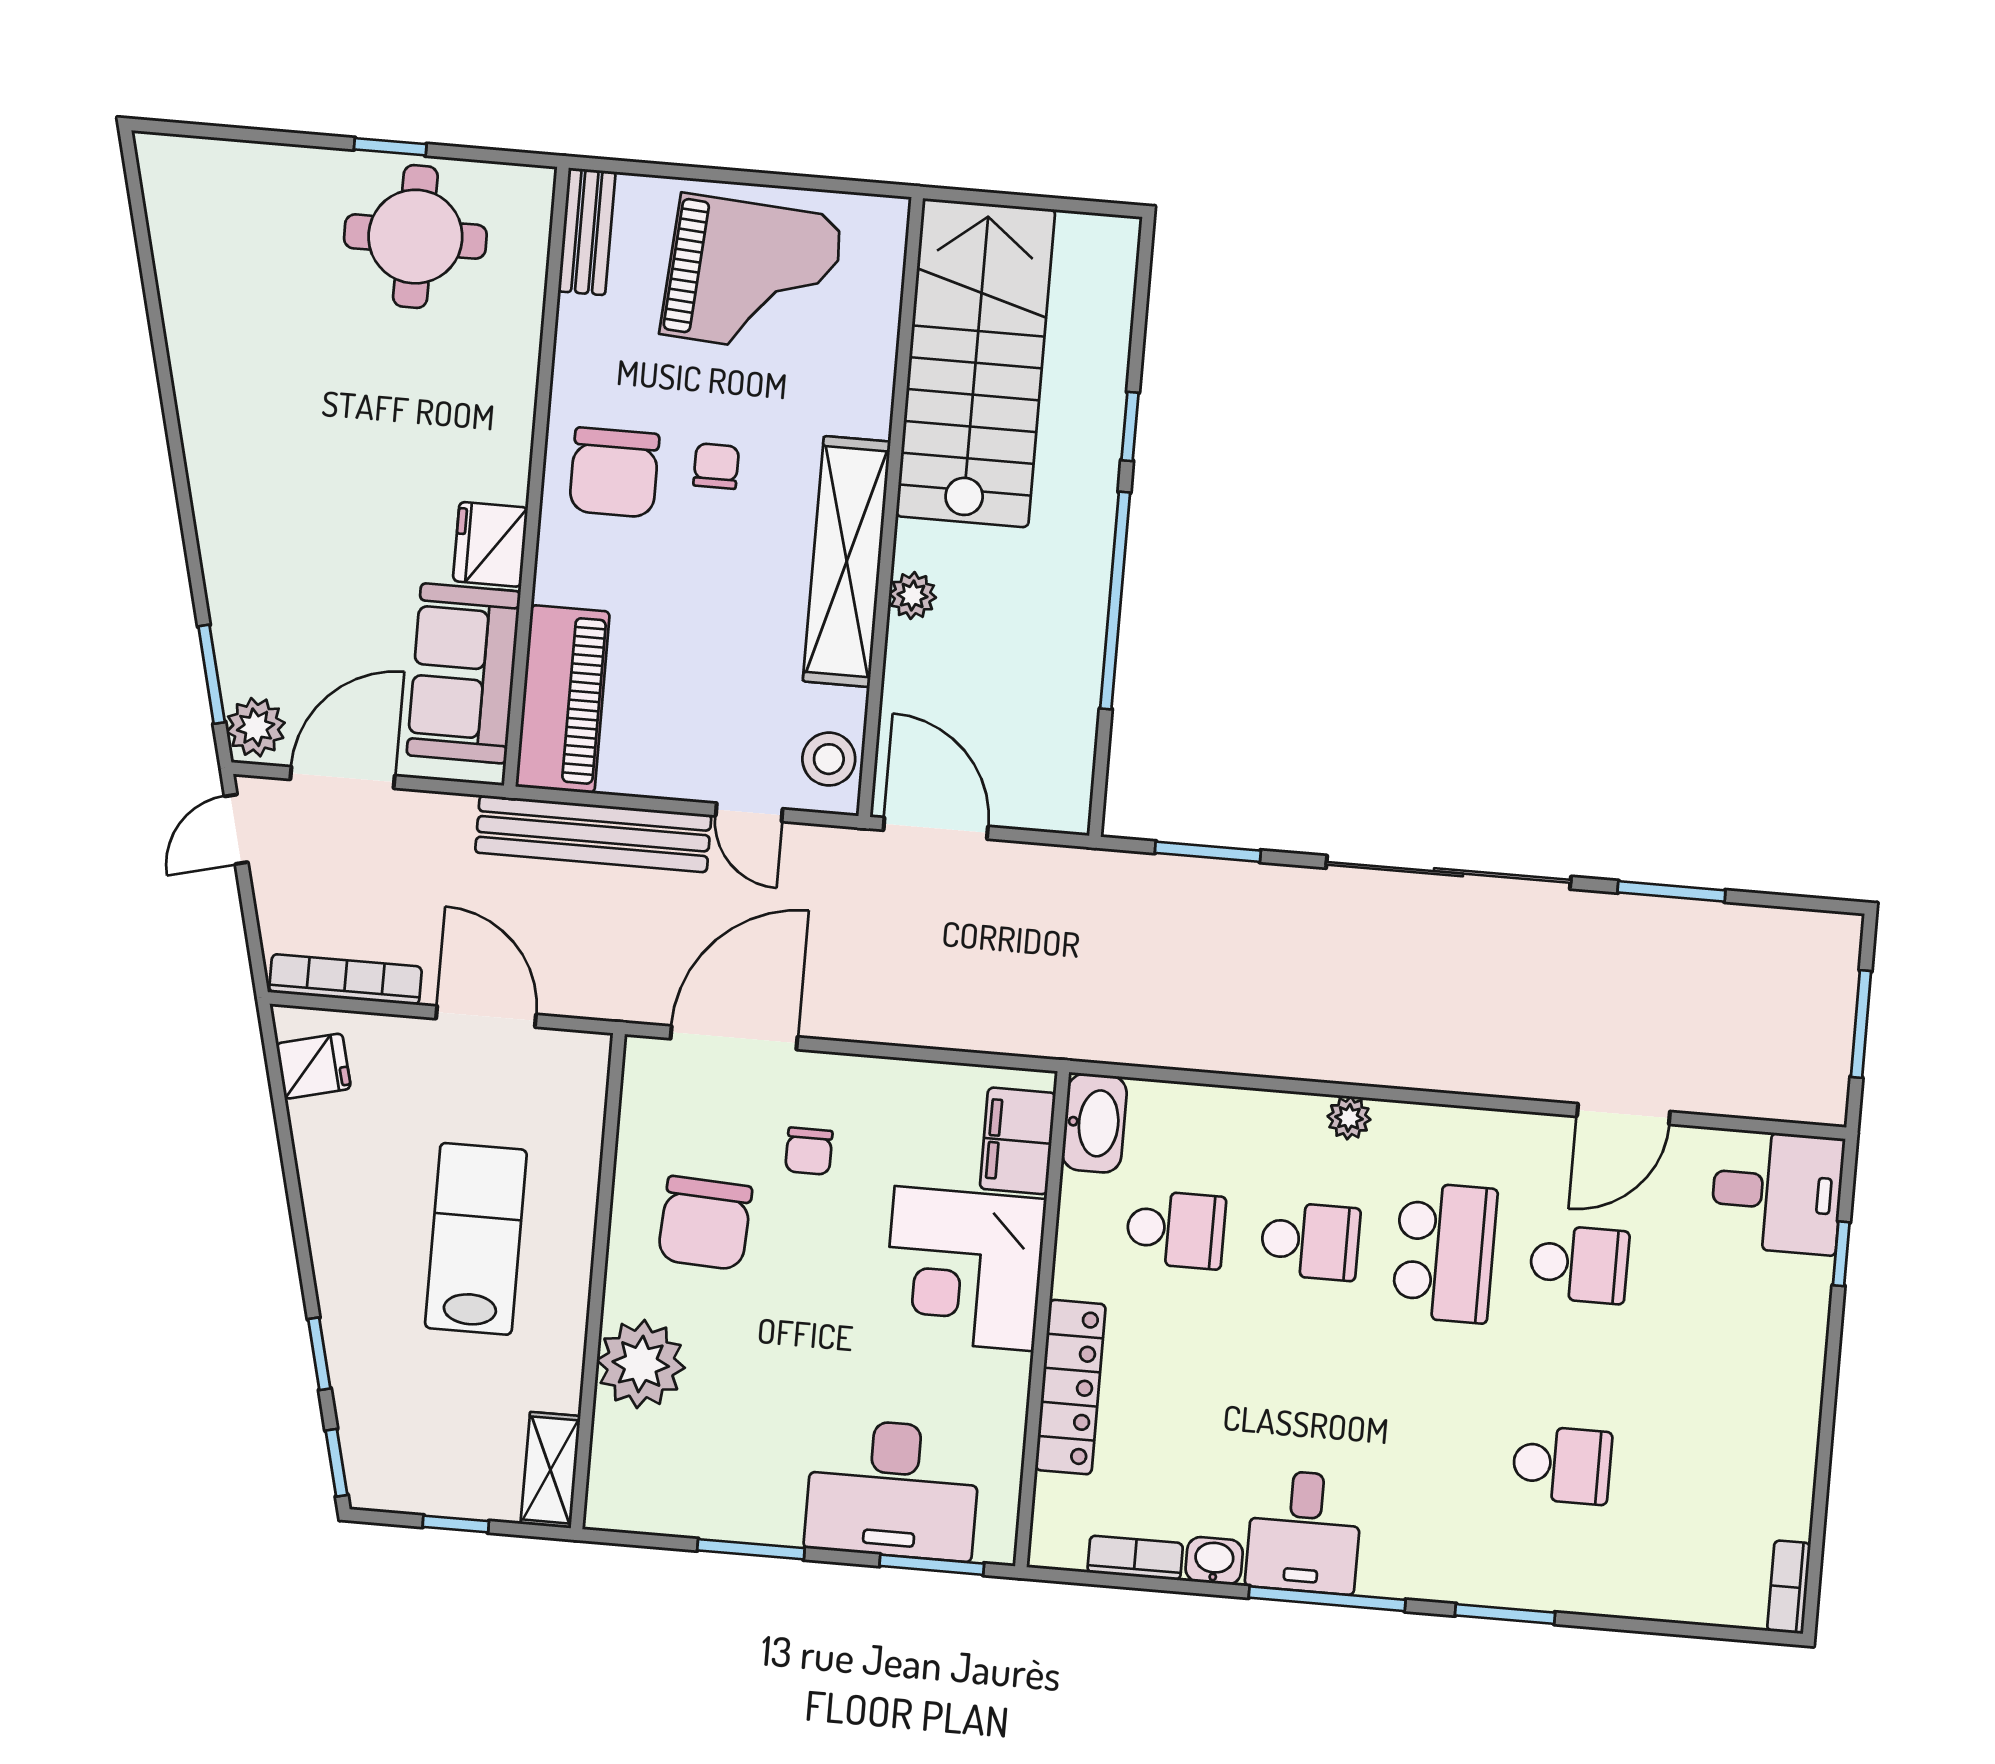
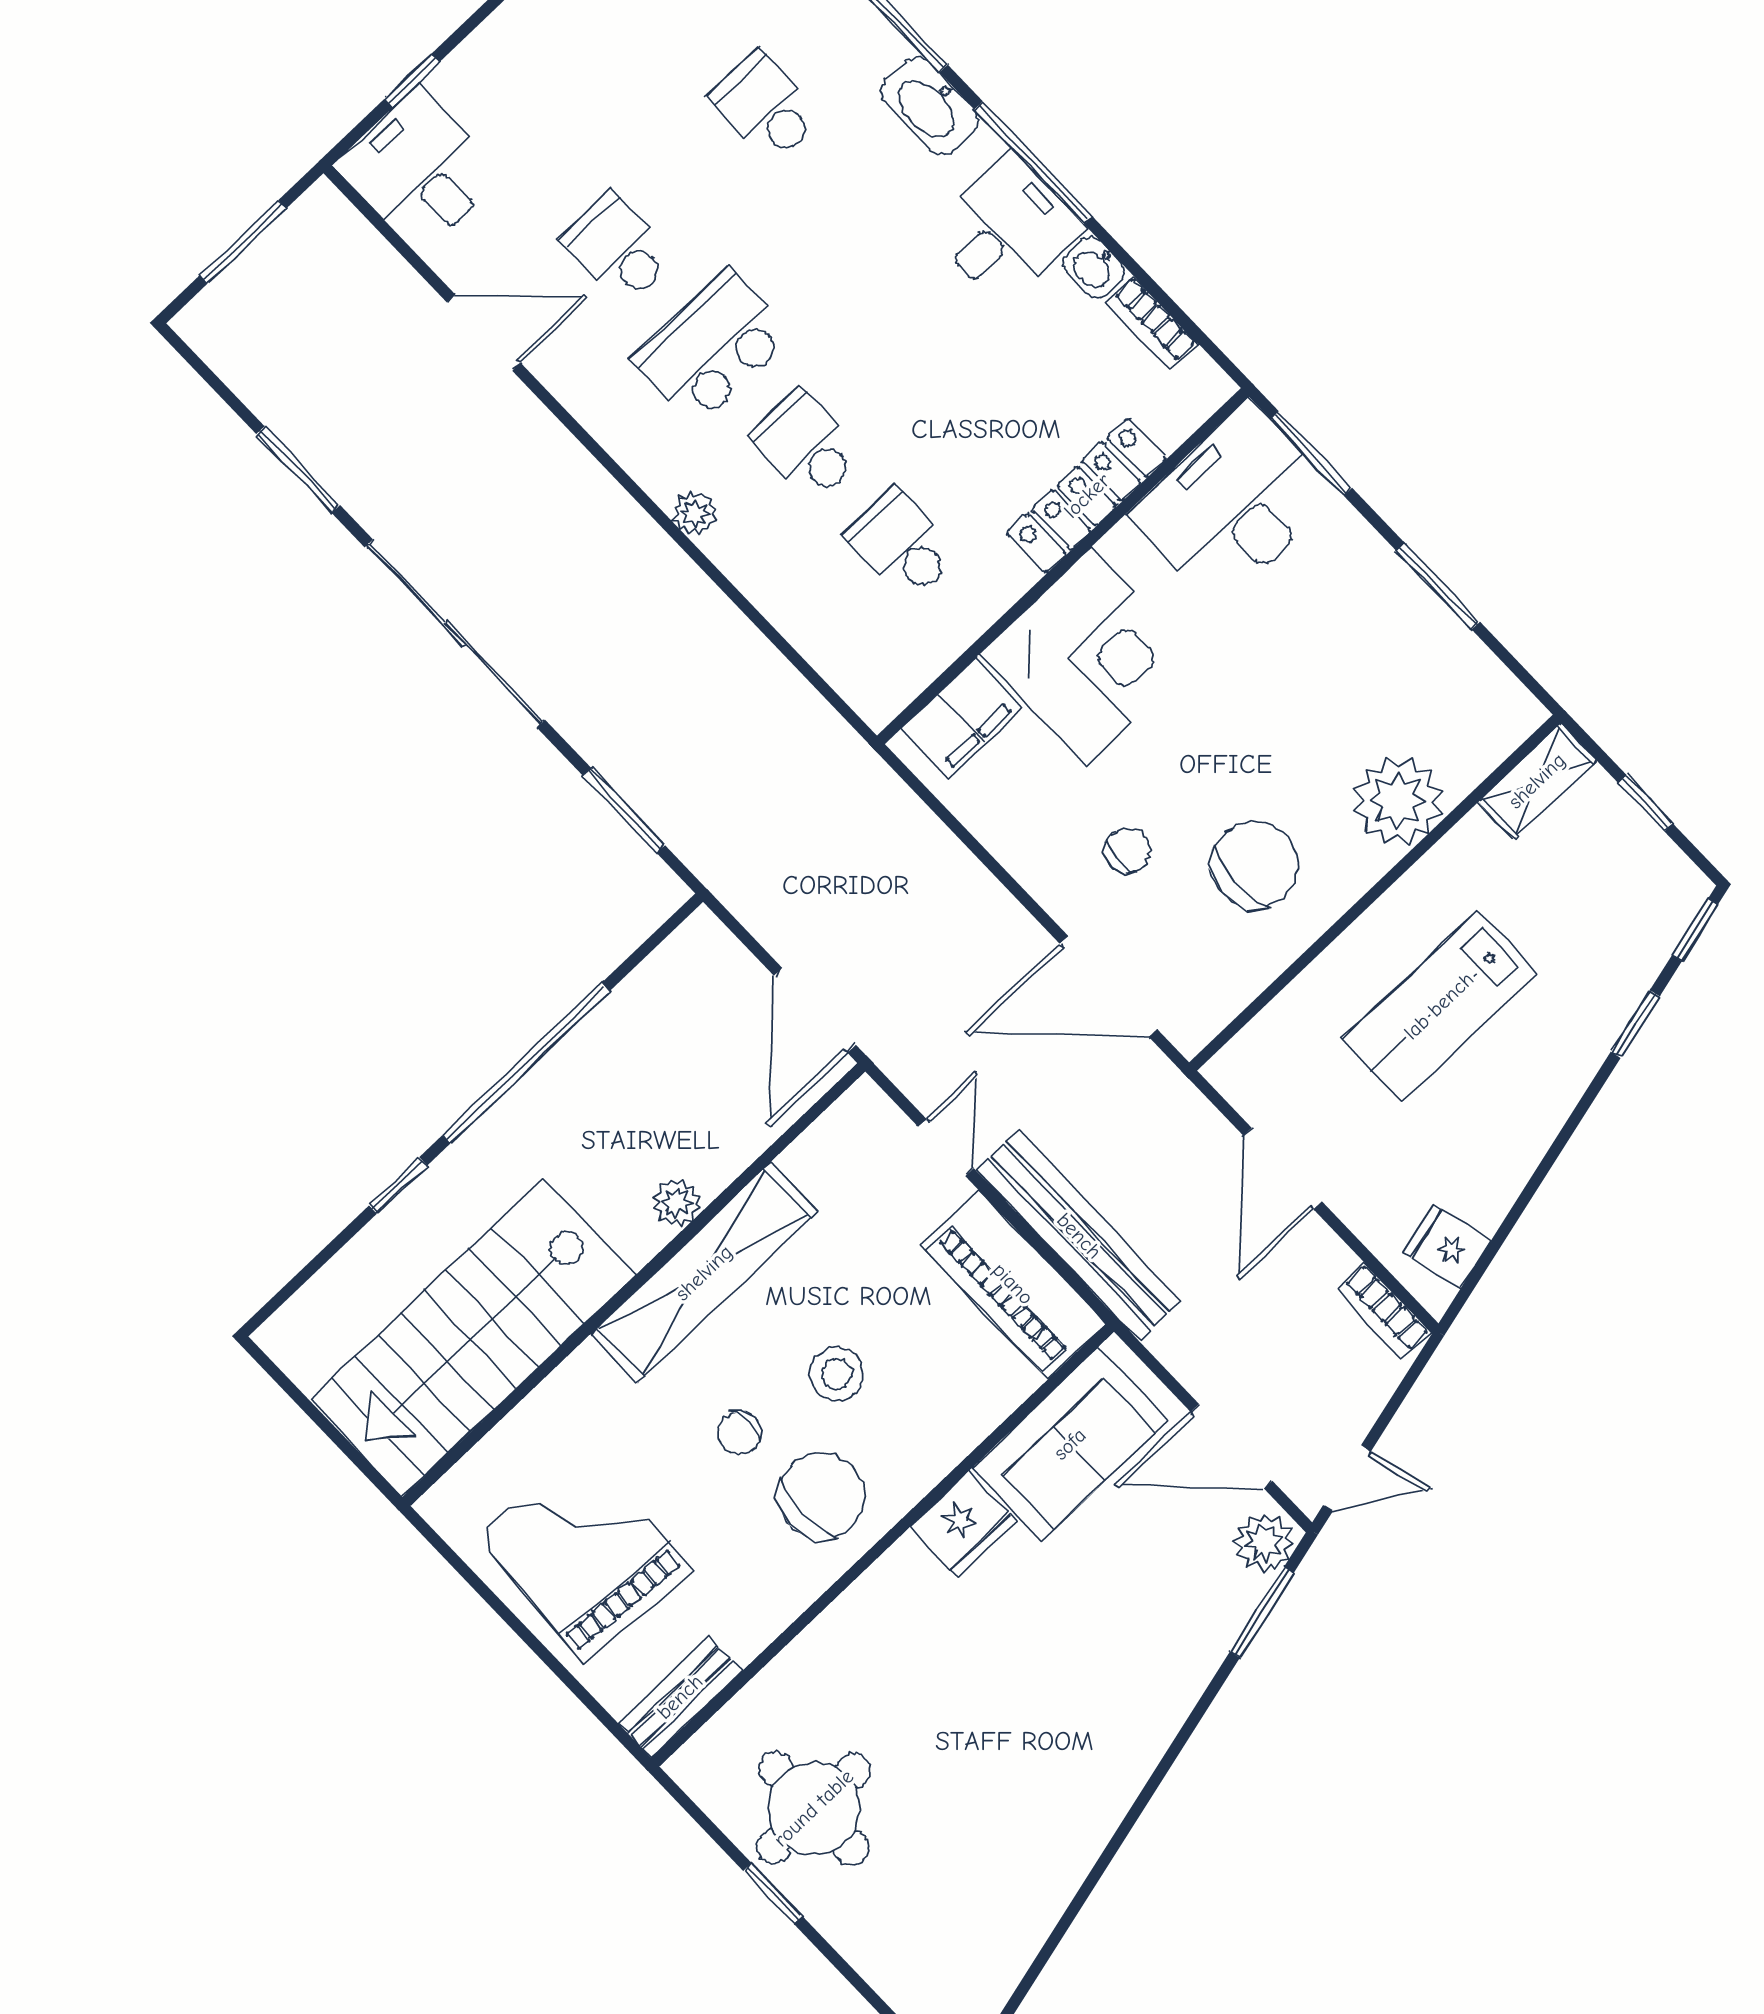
piano: (563, 699) -> (1013, 1284), moved, turned -90
stool: (829, 759) -> (836, 1374), moved
bookcase: (345, 979) -> (1383, 1311), width x0.64
washbasin: (1094, 1123) -> (930, 106), moved, turned -90
desk: (893, 1489) -> (1233, 504), moved, turned -90

